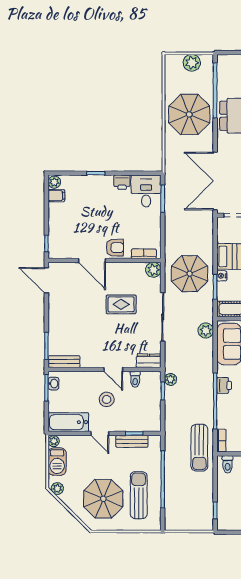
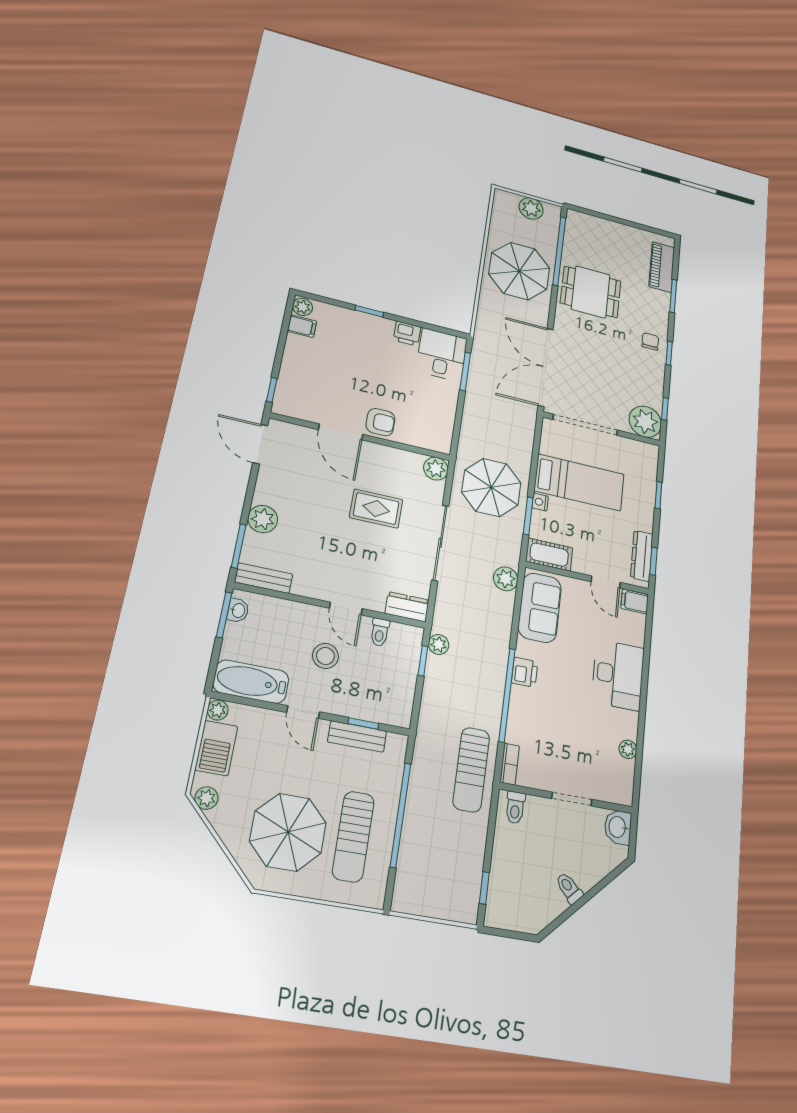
bookcase: (144, 254) -> (425, 442), removed
plant: (57, 326) -> (263, 519), added
sun lounger: (139, 495) -> (353, 836), turned 180

